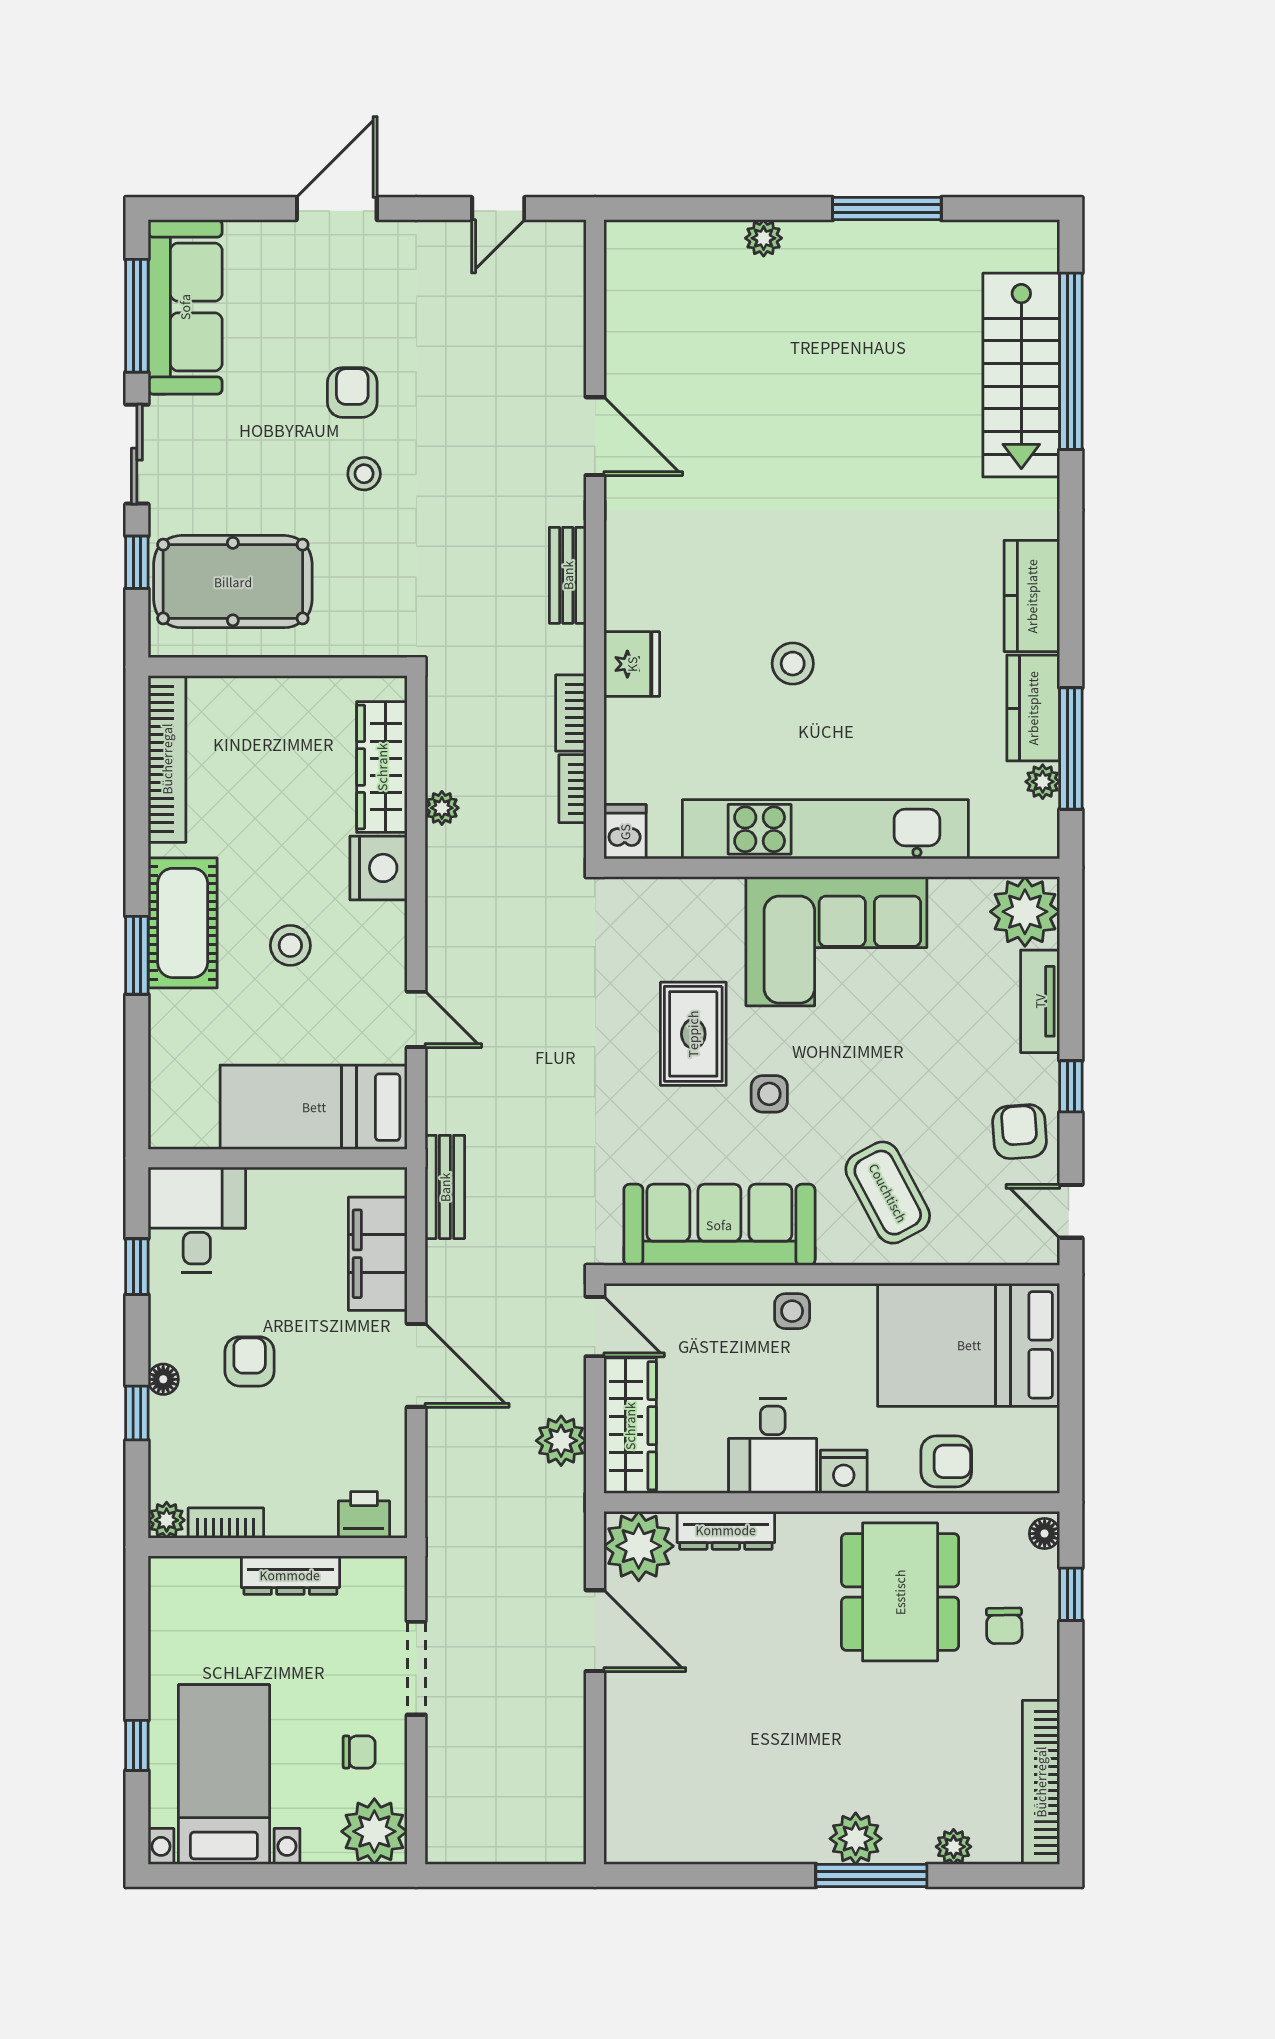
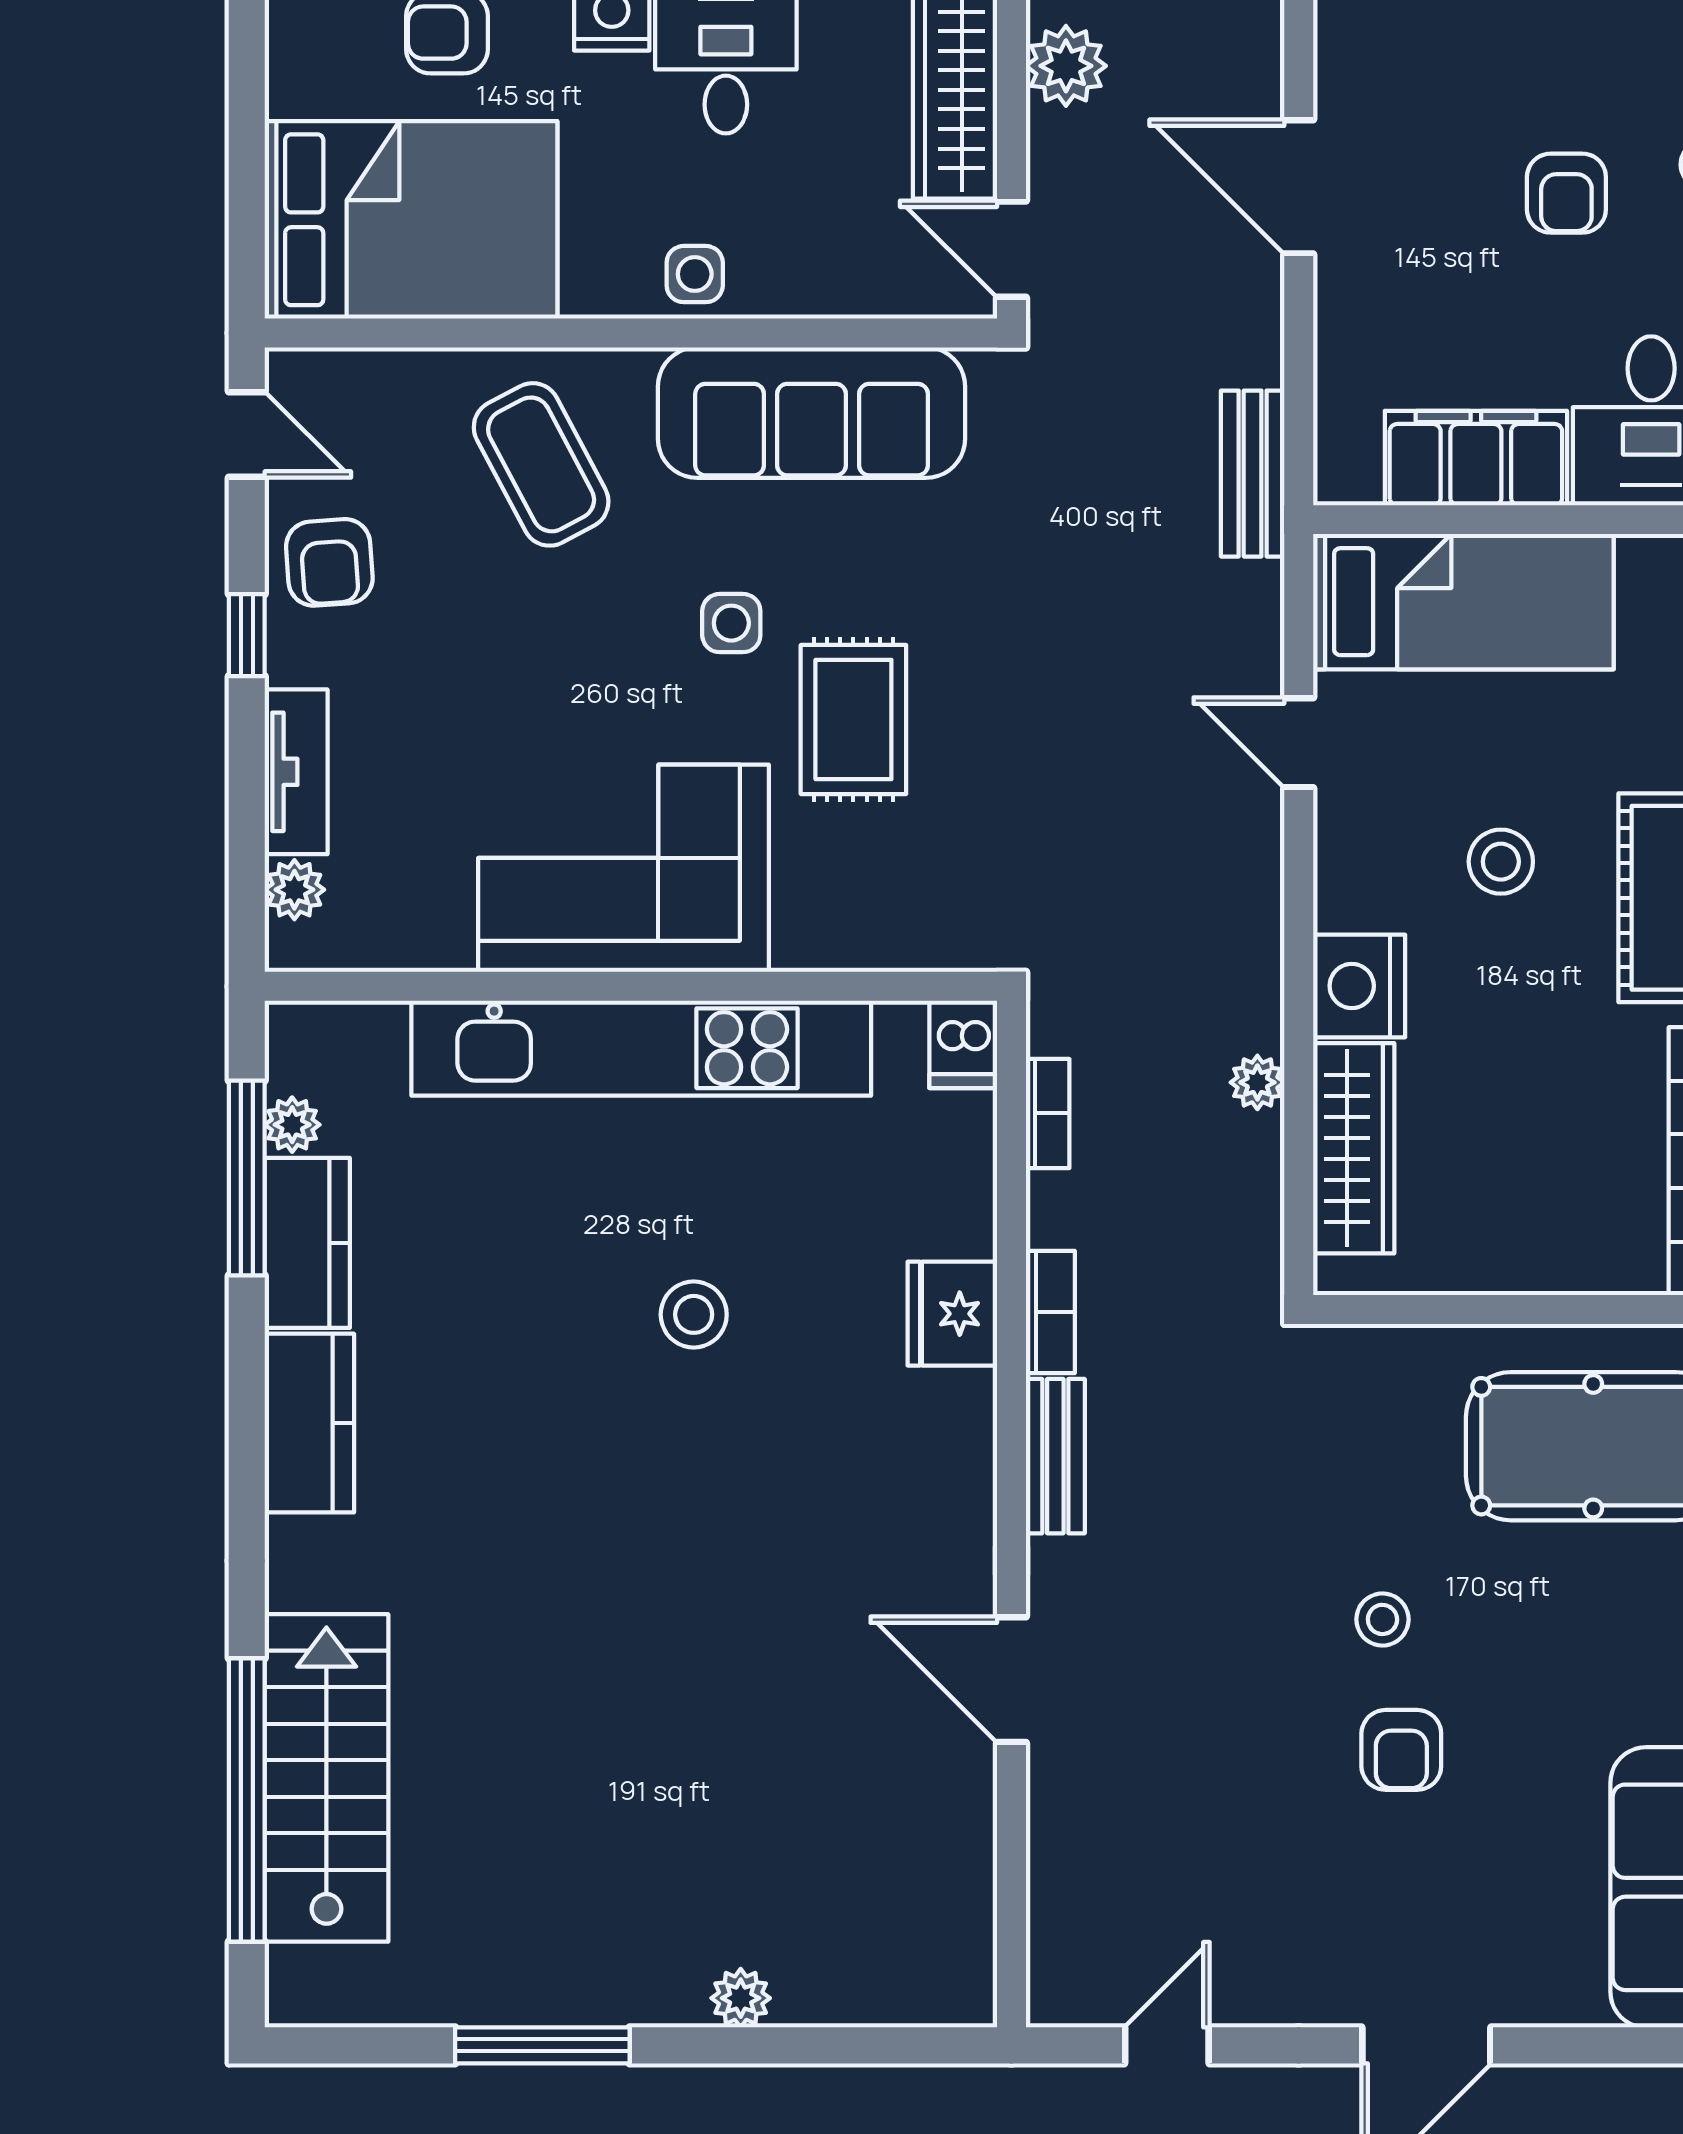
bookcase: (571, 713) -> (1050, 1312), moved
plant: (1025, 912) -> (294, 890), width x0.53, depth x0.53
filing cabinet: (378, 1254) -> (1476, 458), moved, turned -90

